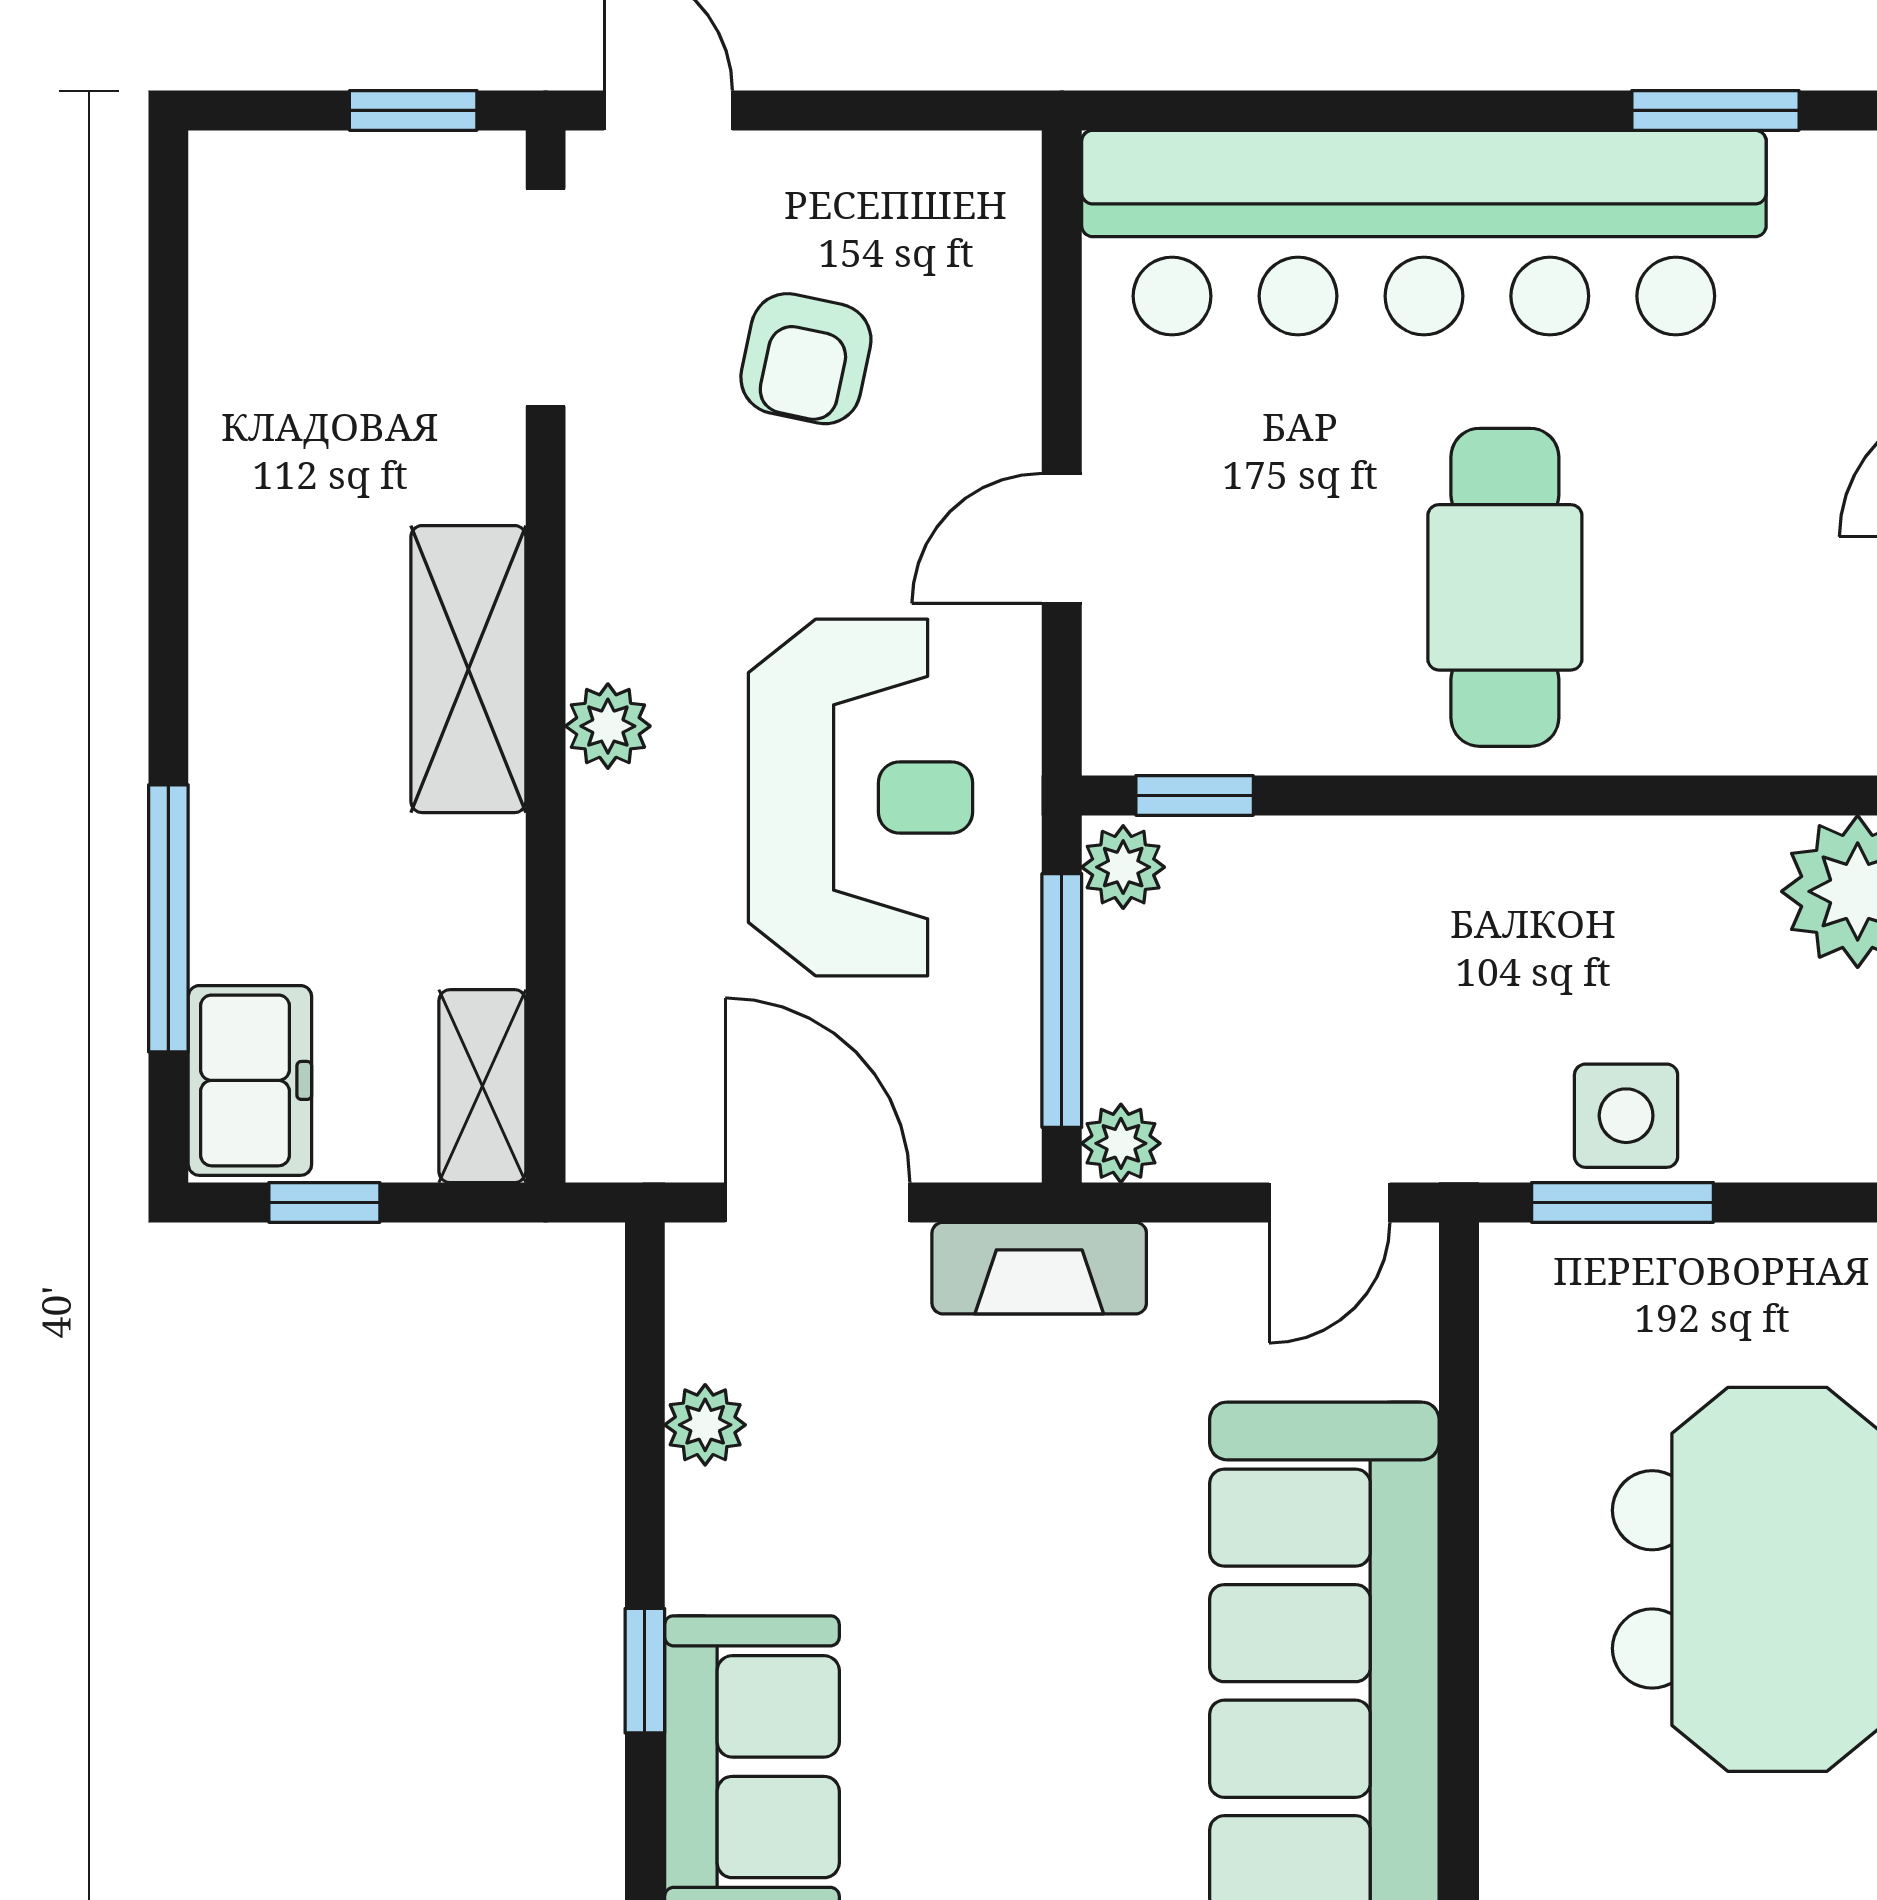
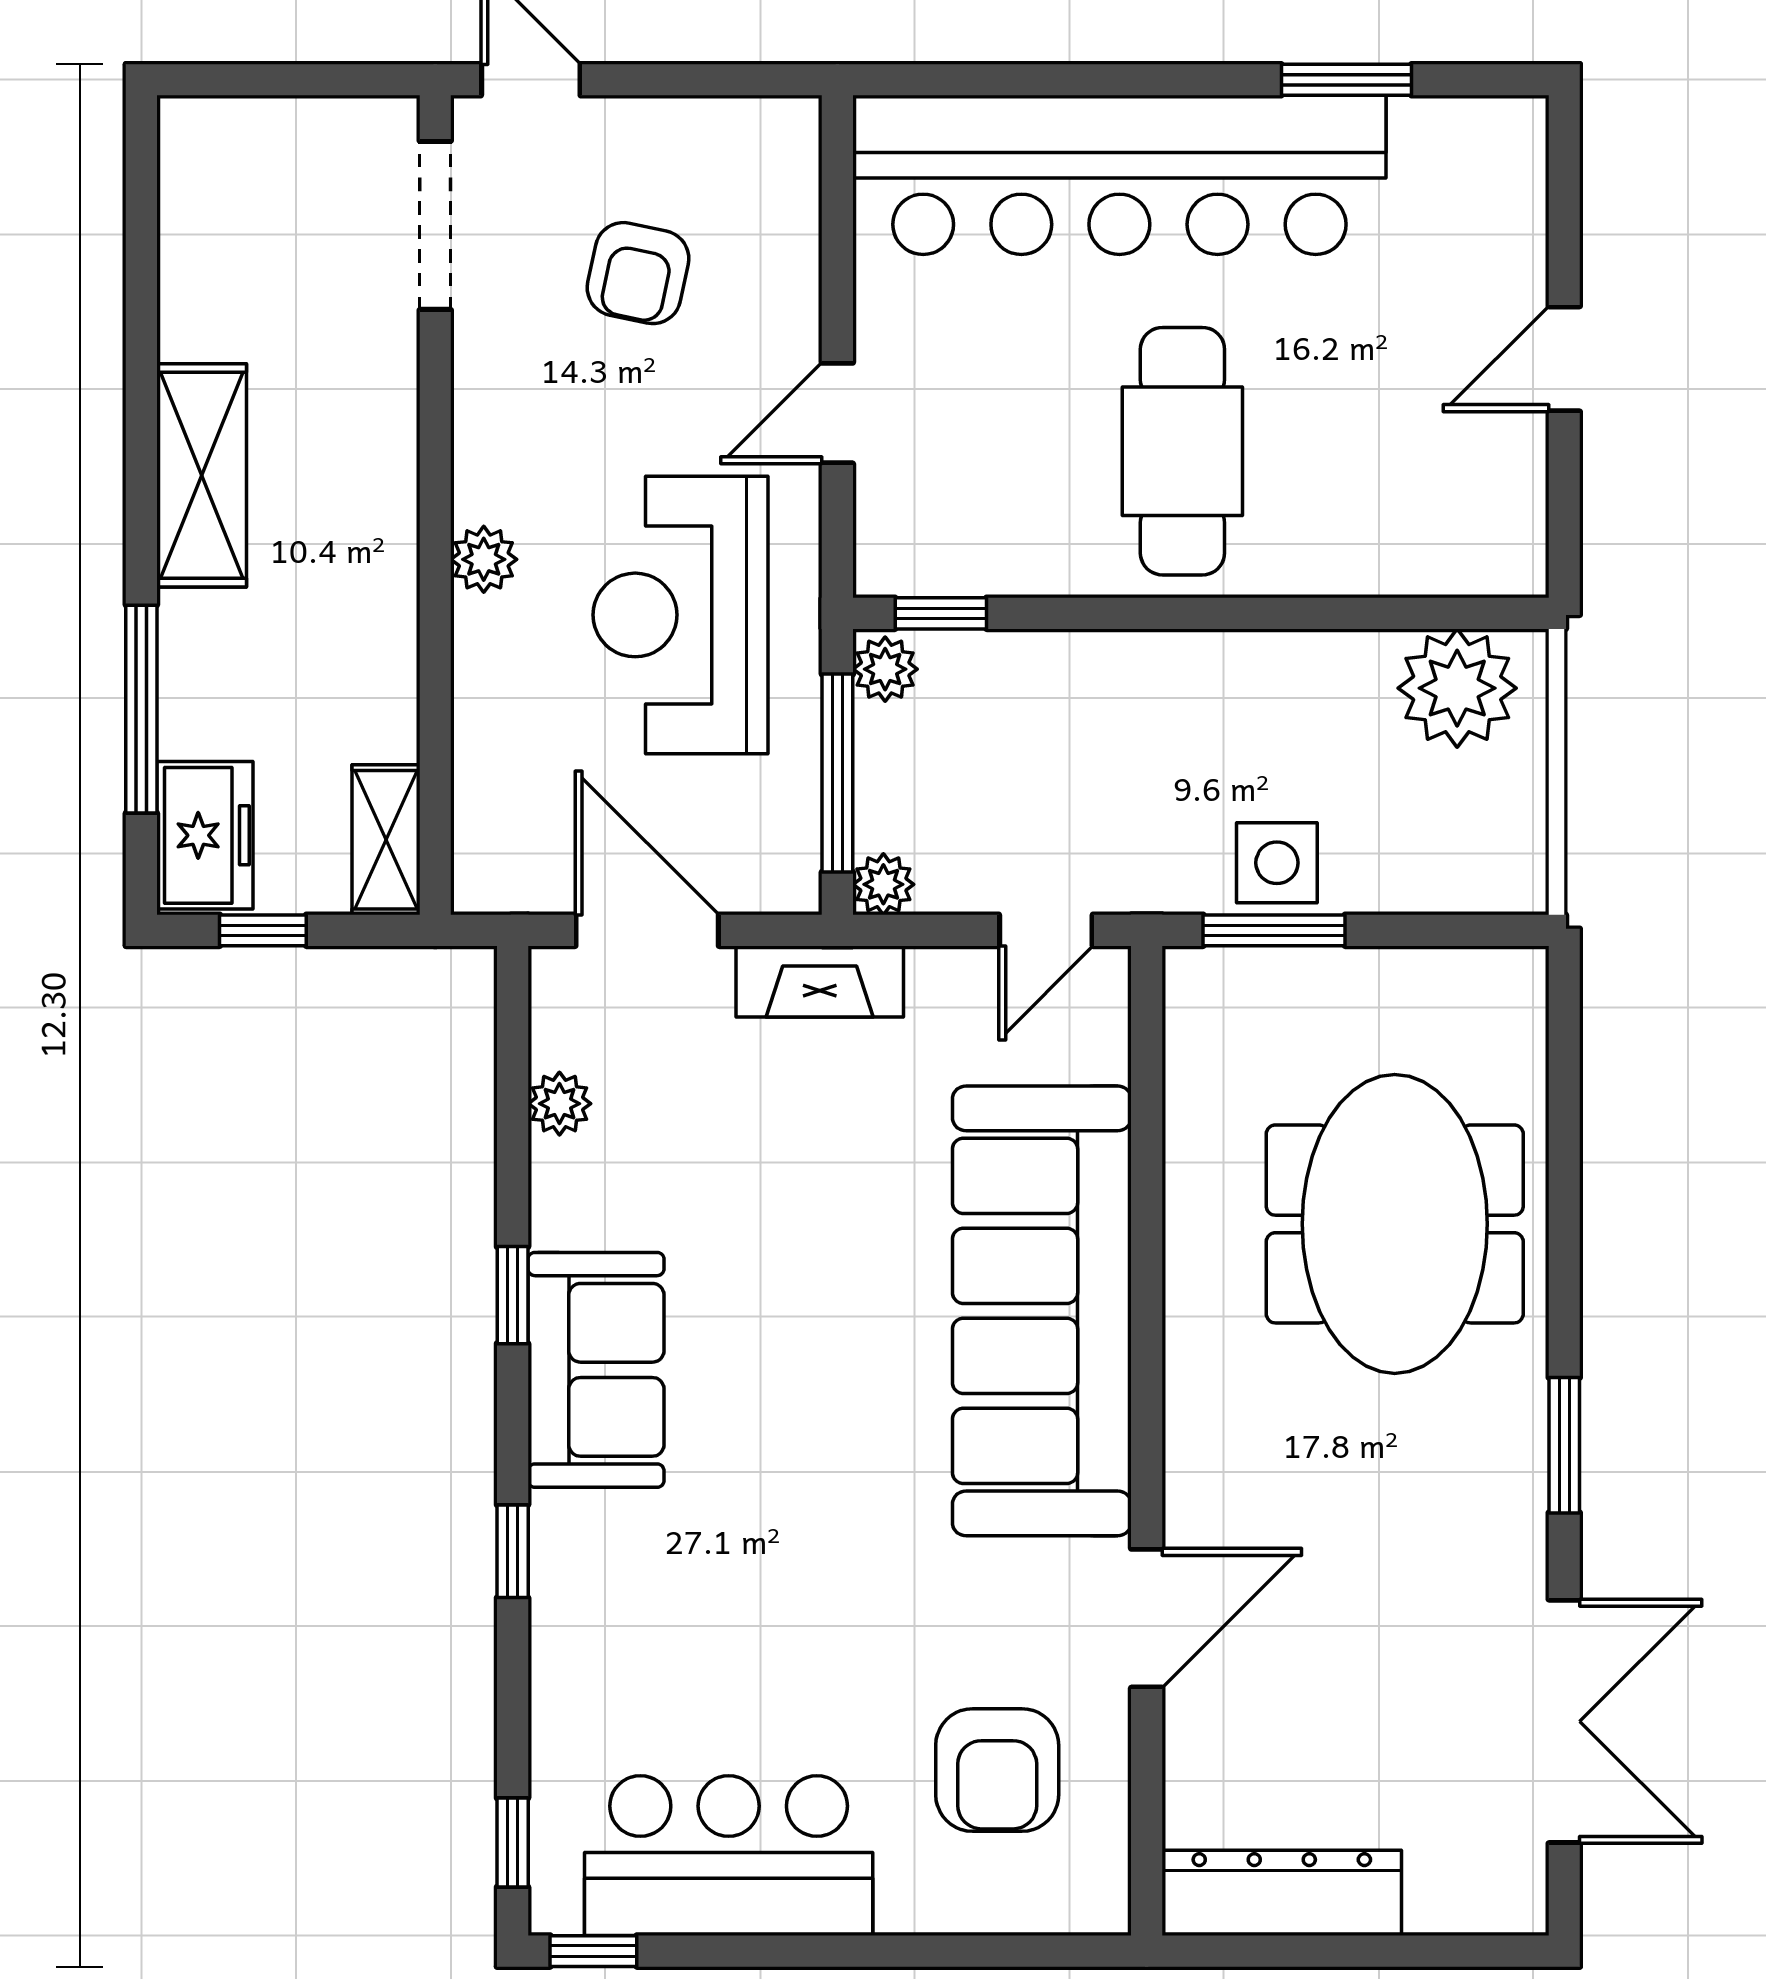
window: (413, 110) -> (332, 80), removed
shelving: (468, 669) -> (202, 475), moved
reception desk: (860, 798) -> (680, 615), turned 180

